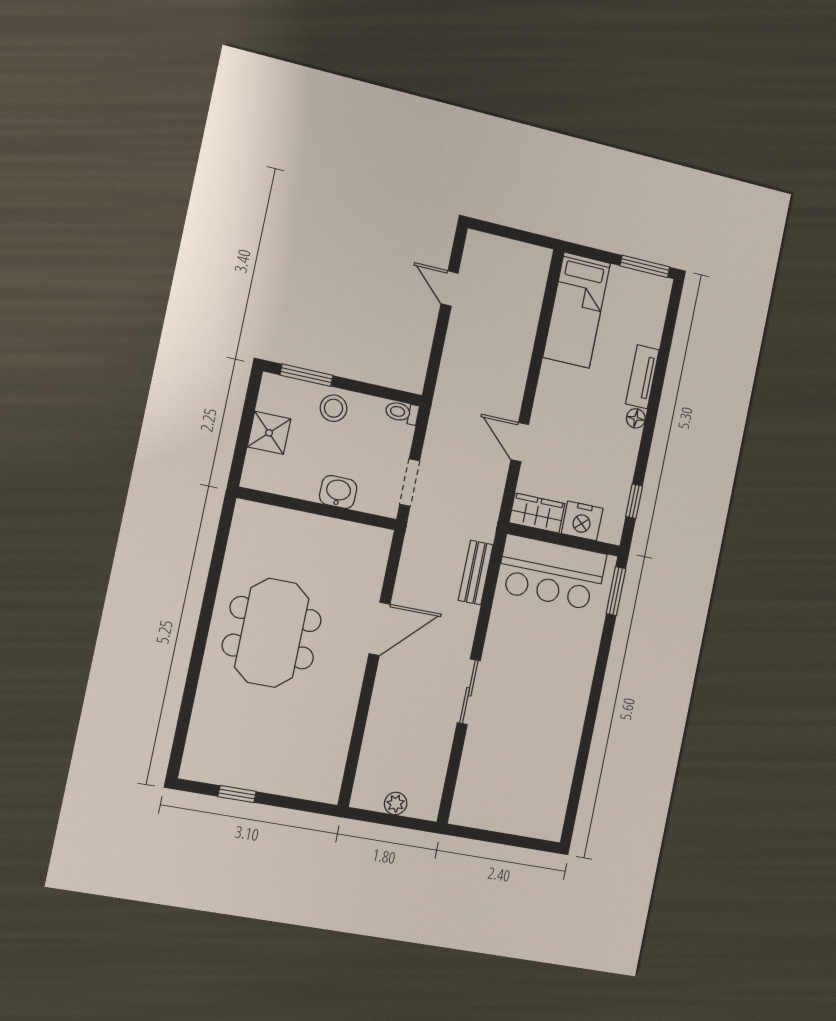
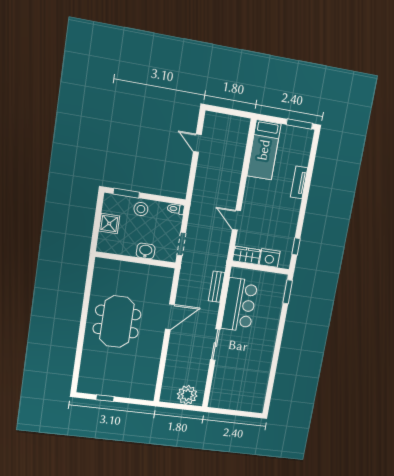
floor lamp: (636, 418) -> (296, 204), removed
bar counter: (551, 573) -> (239, 305), moved, turned -90
plant: (396, 803) -> (187, 395), width x1.87, depth x1.87

